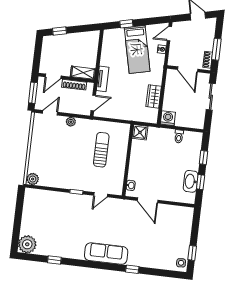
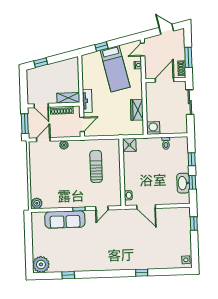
door: (188, 69) -> (165, 80), swing flipped
door: (53, 76) -> (41, 105), hinge flipped
window: (192, 253) -> (194, 224), moved
sofa: (106, 254) -> (65, 220), moved, turned 180

